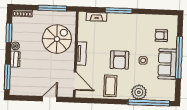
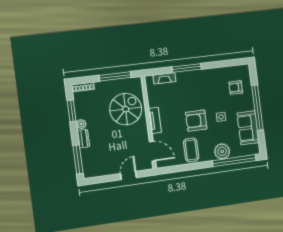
armchair: (119, 60) -> (196, 121), turned 90
sofa: (167, 64) -> (248, 128), moved

